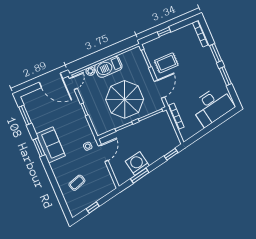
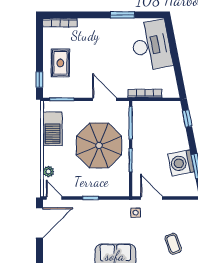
window: (164, 32) -> (40, 79), moved
window: (216, 53) -> (91, 15), removed
rug: (166, 63) -> (60, 63), moved
barbecue: (108, 67) -> (52, 129), moved

